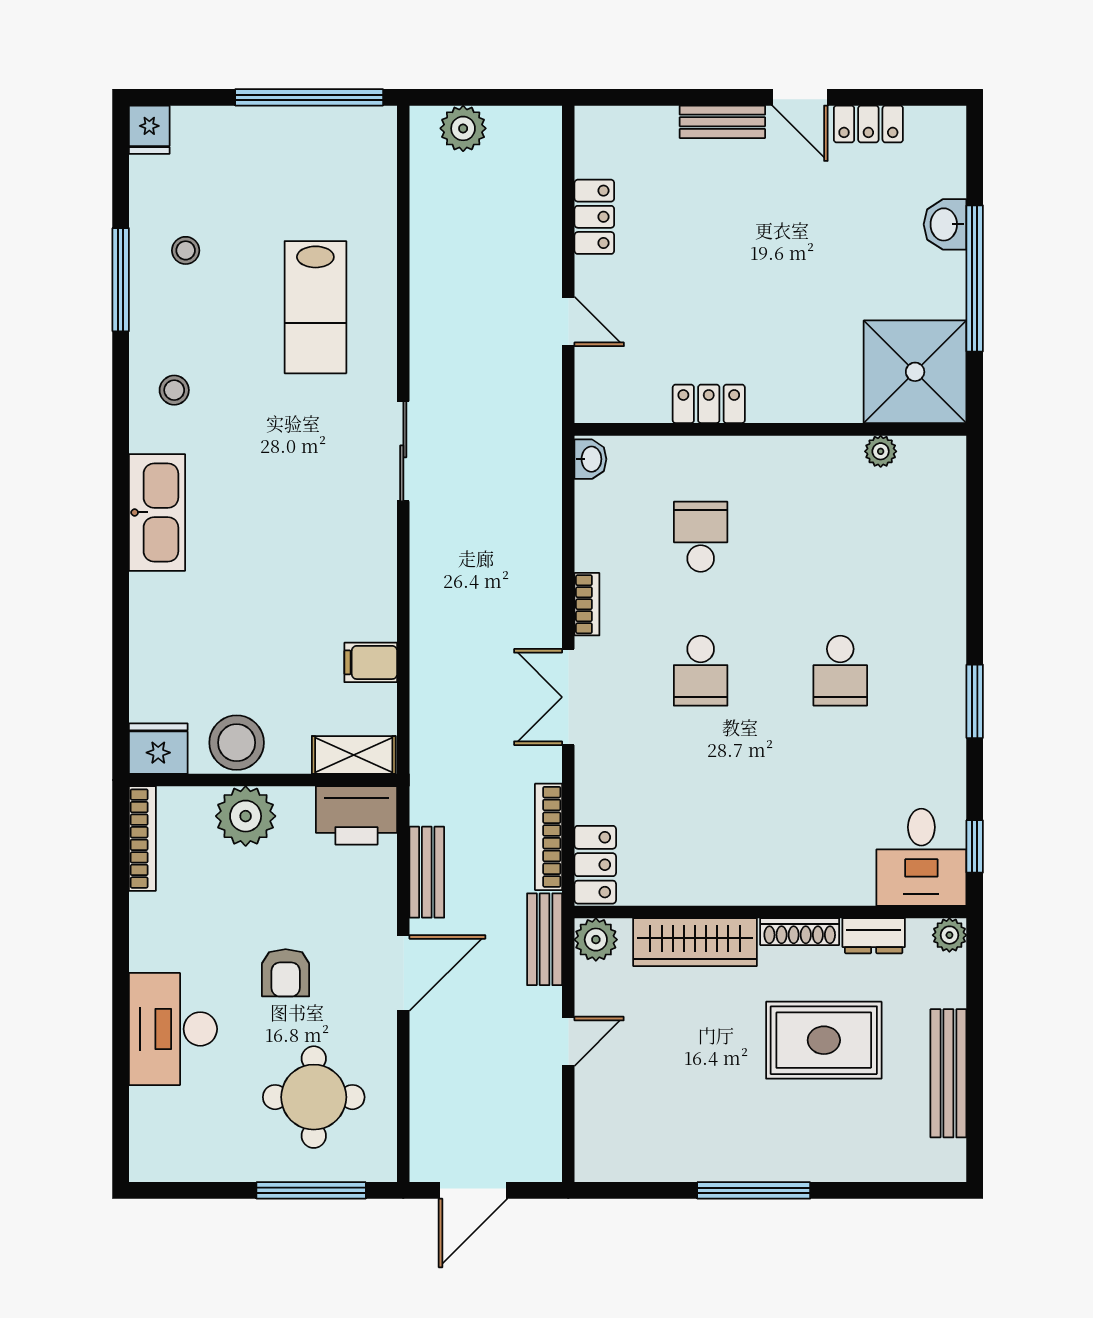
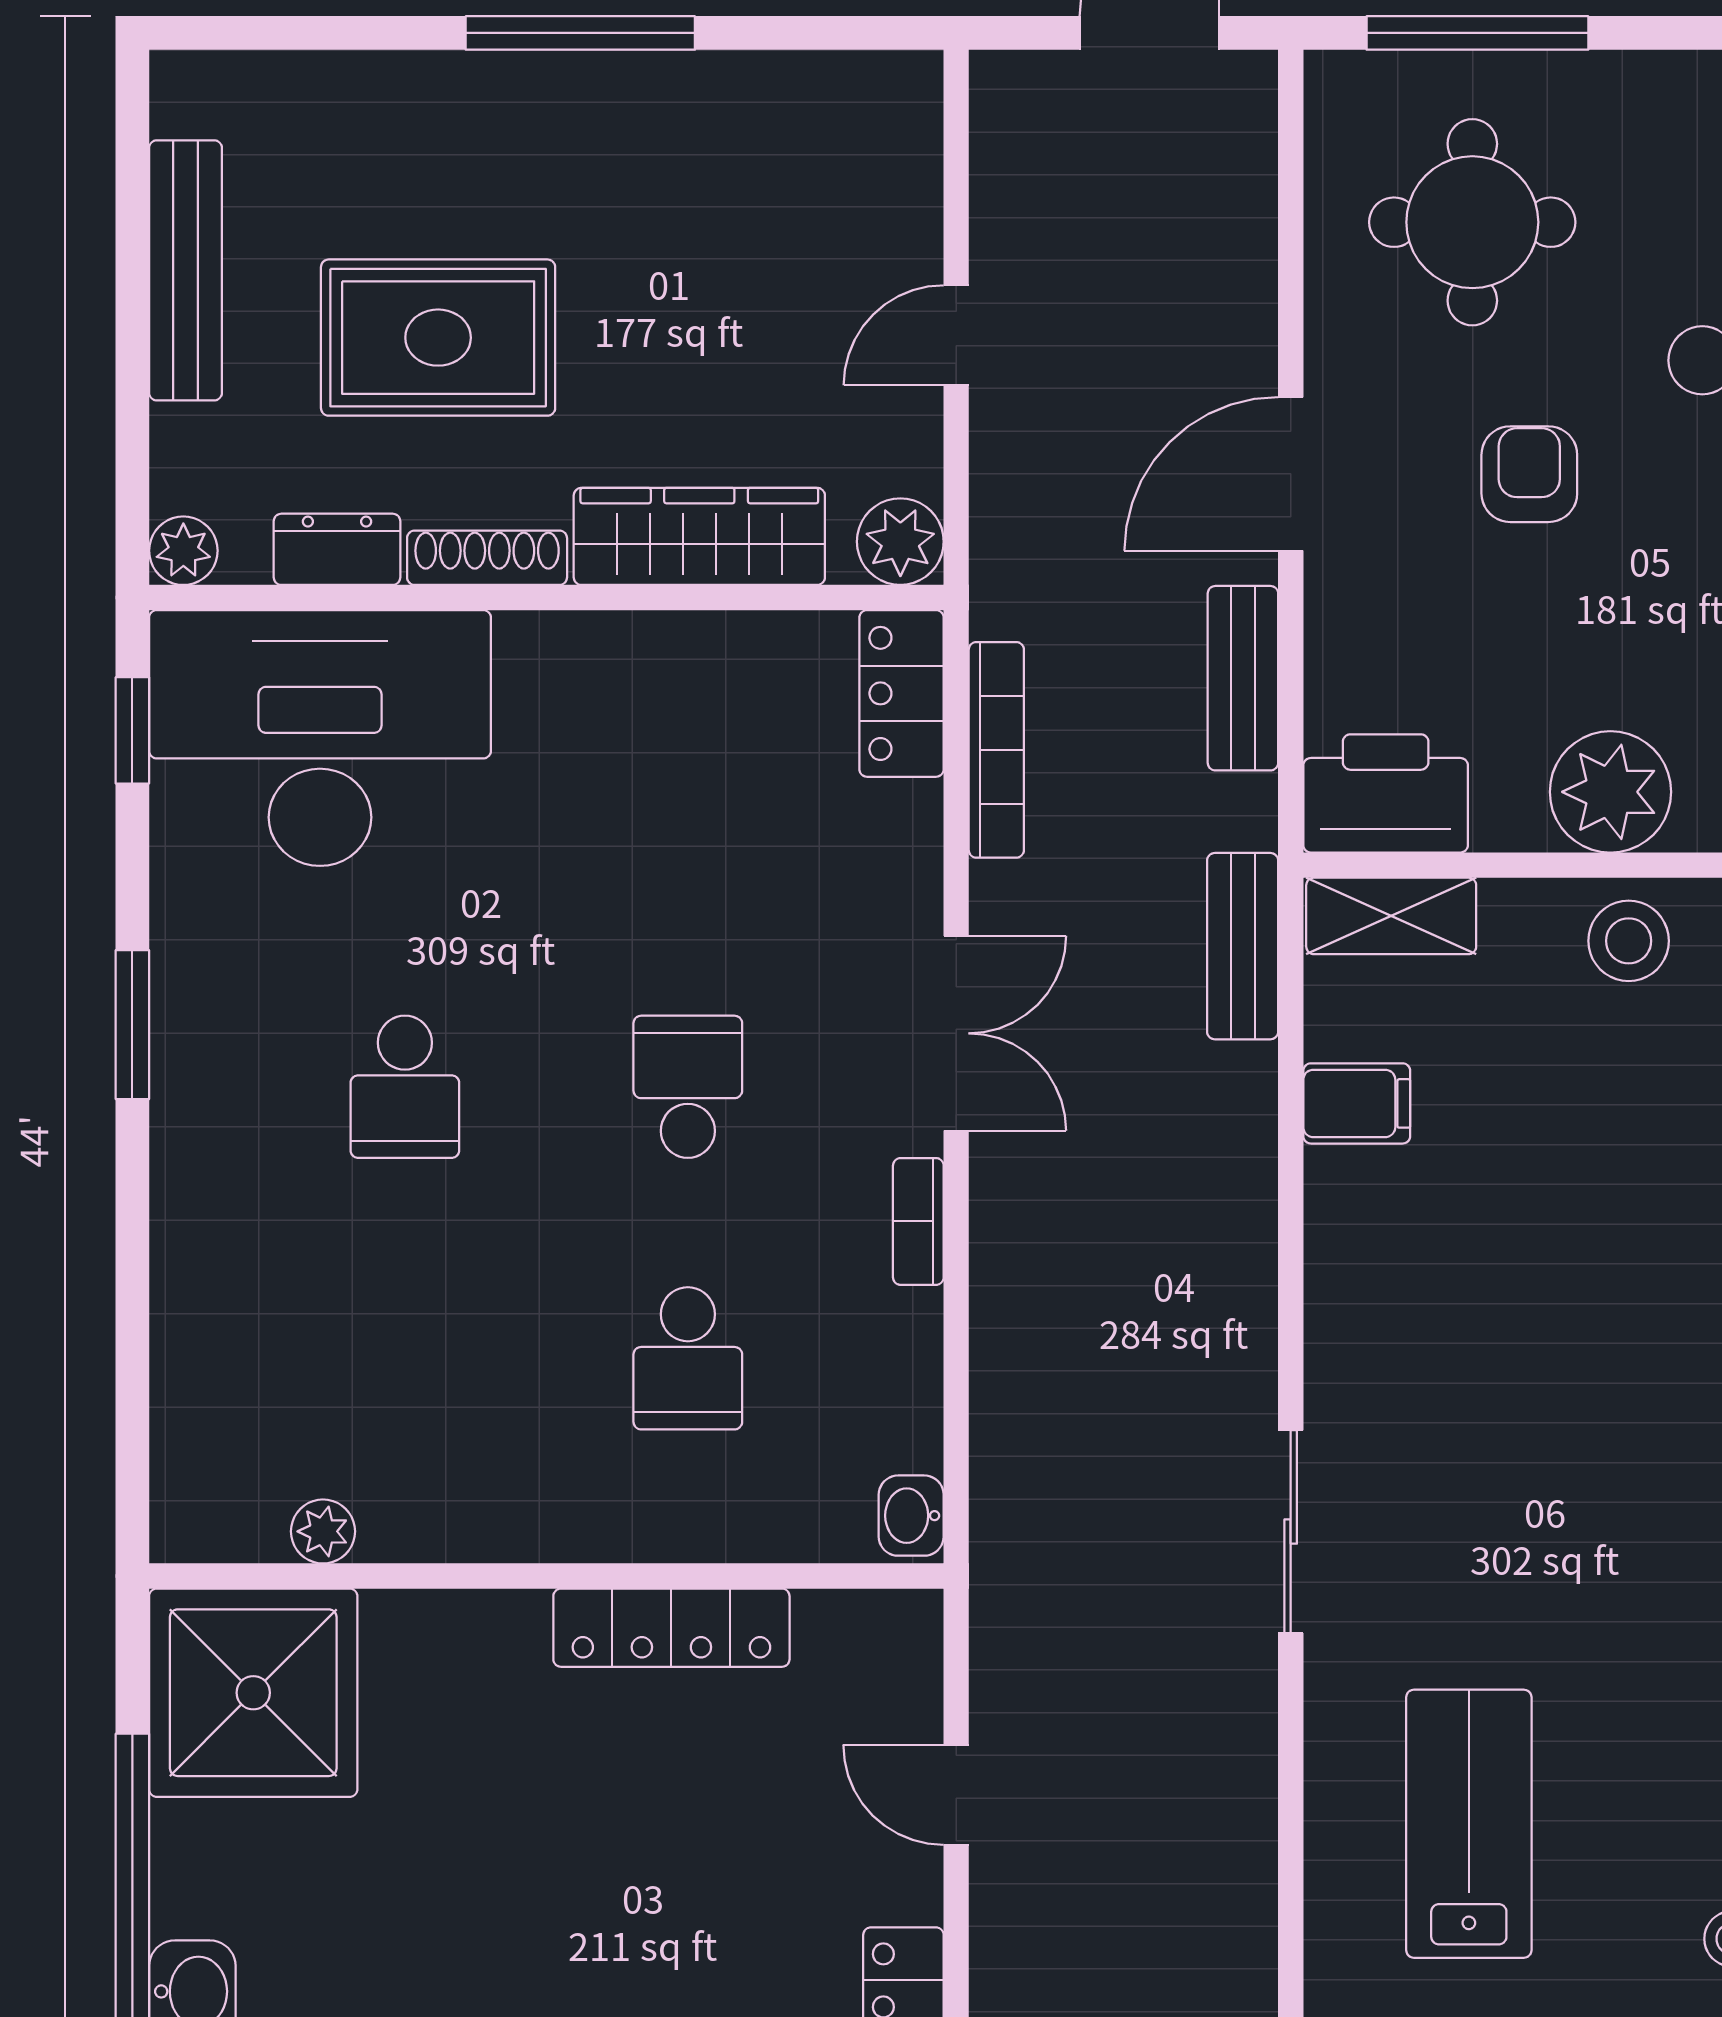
locker: (709, 404) -> (671, 1628), width x1.53
school desk: (840, 671) -> (405, 1087), turned 180
stool: (237, 743) -> (1629, 941), width x0.73, depth x0.73
desk: (921, 857) -> (320, 738), width x1.87, depth x1.30
bench: (545, 939) -> (1243, 946), moved

